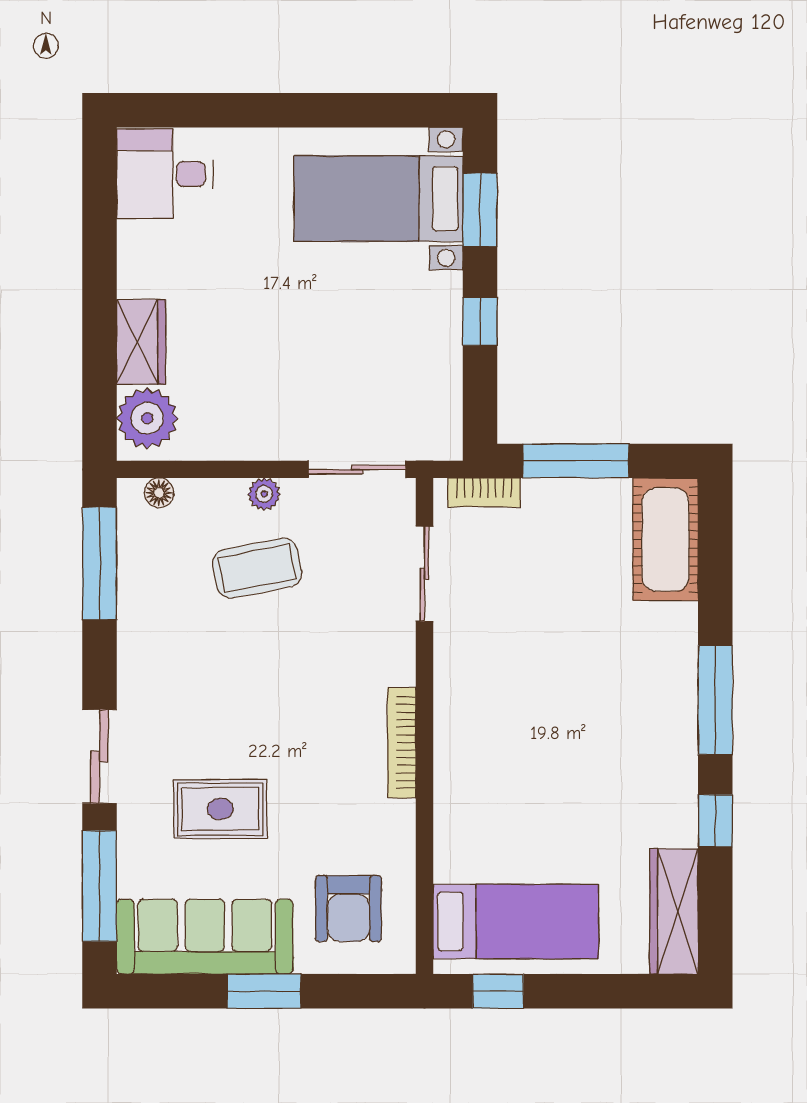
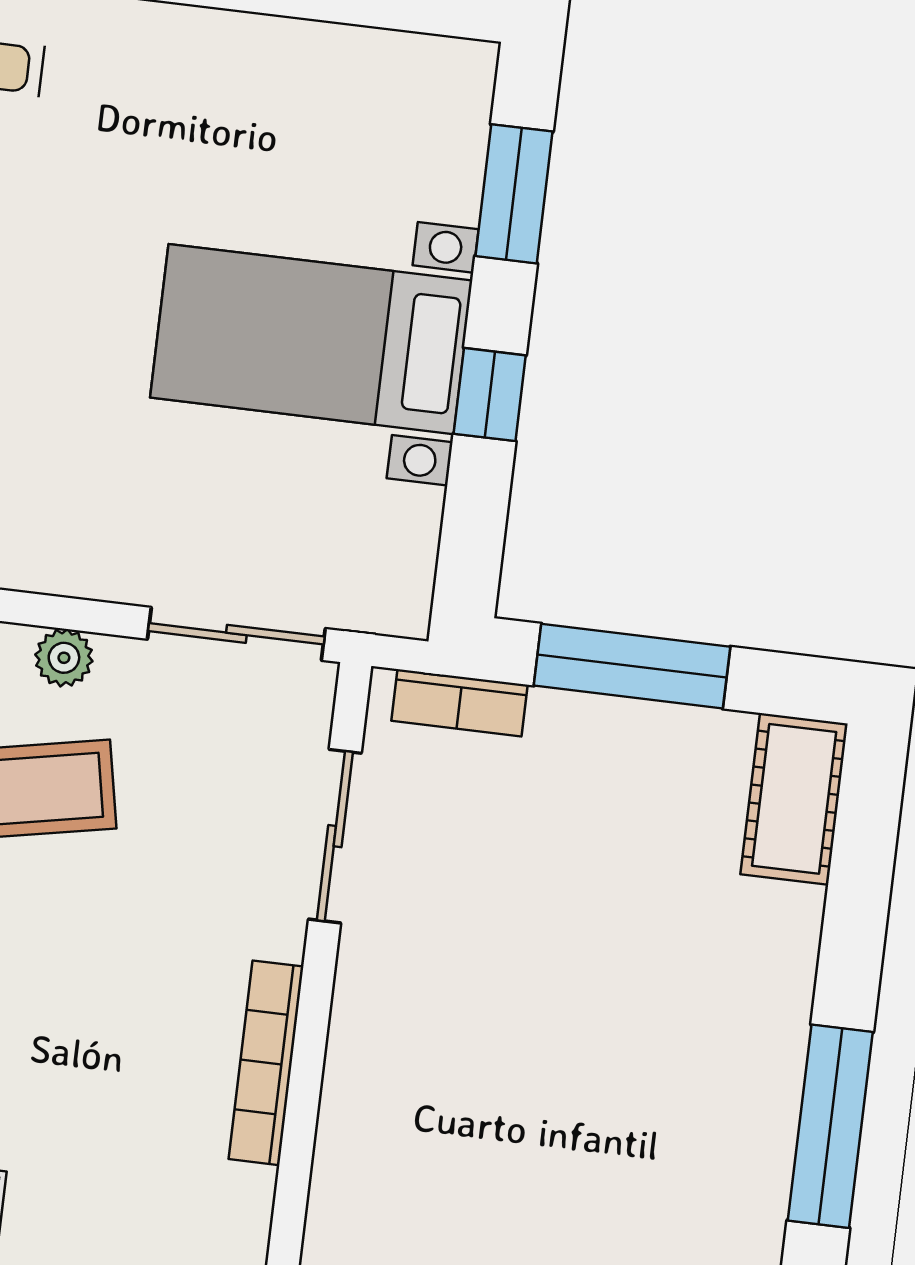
bed with nightstands: (379, 199) -> (311, 339), moved
cot: (665, 539) -> (794, 799), width x0.73, depth x0.75
bookcase: (402, 743) -> (266, 1063), moved

